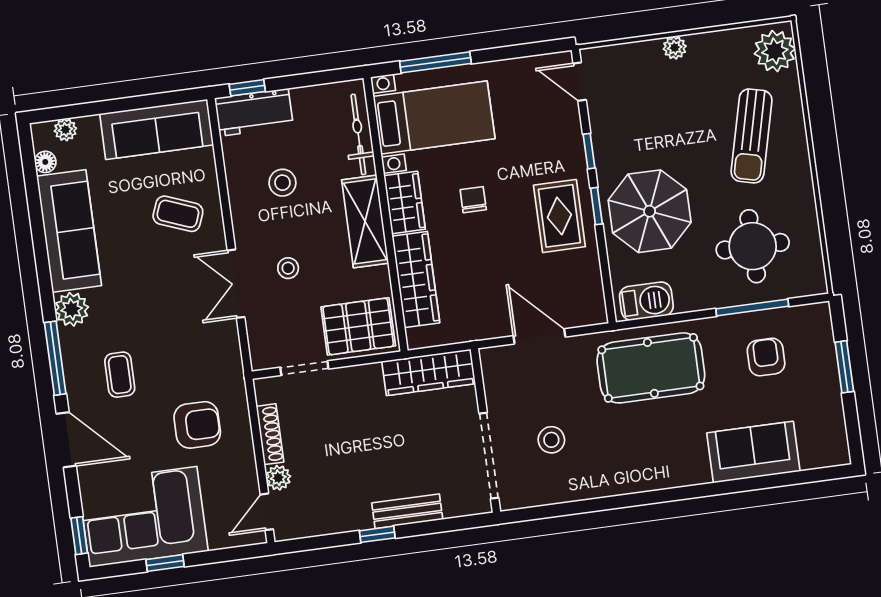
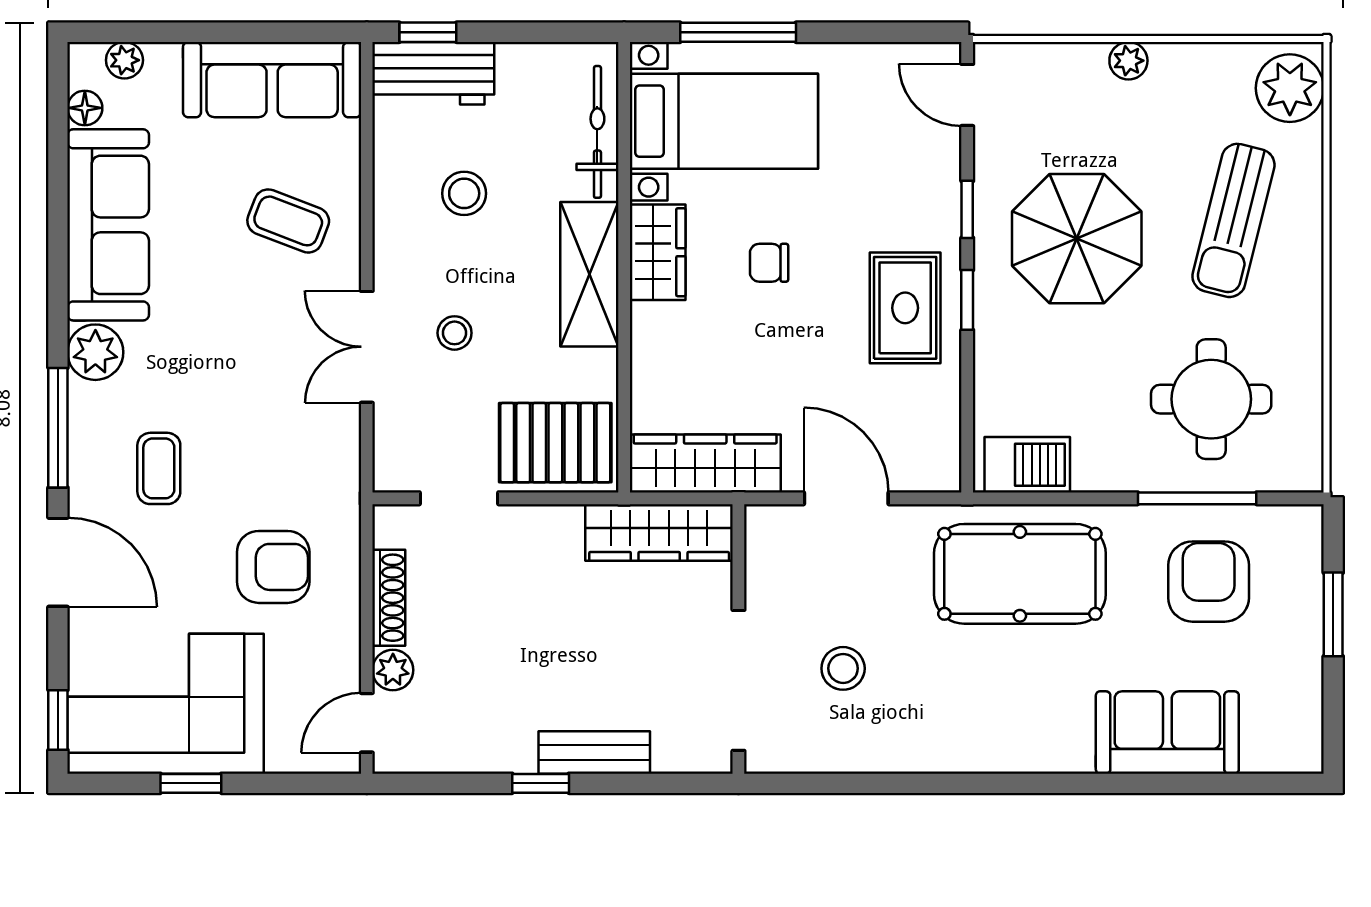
chair: (473, 200) -> (769, 263), turned -90
parasol: (650, 211) -> (1077, 239), moved
wardrobe: (416, 279) -> (705, 463), moved, turned -90
armchair: (766, 357) -> (1209, 582), width x1.38, depth x1.38

